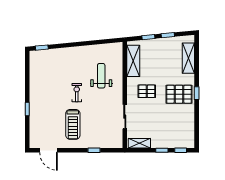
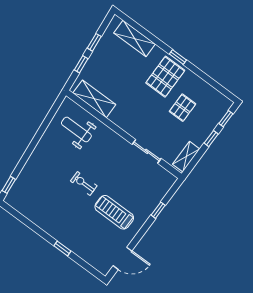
weight bench: (101, 76) -> (76, 129), moved
pallet: (147, 91) -> (183, 108), moved
treadmill: (73, 124) -> (114, 212), turned 180

